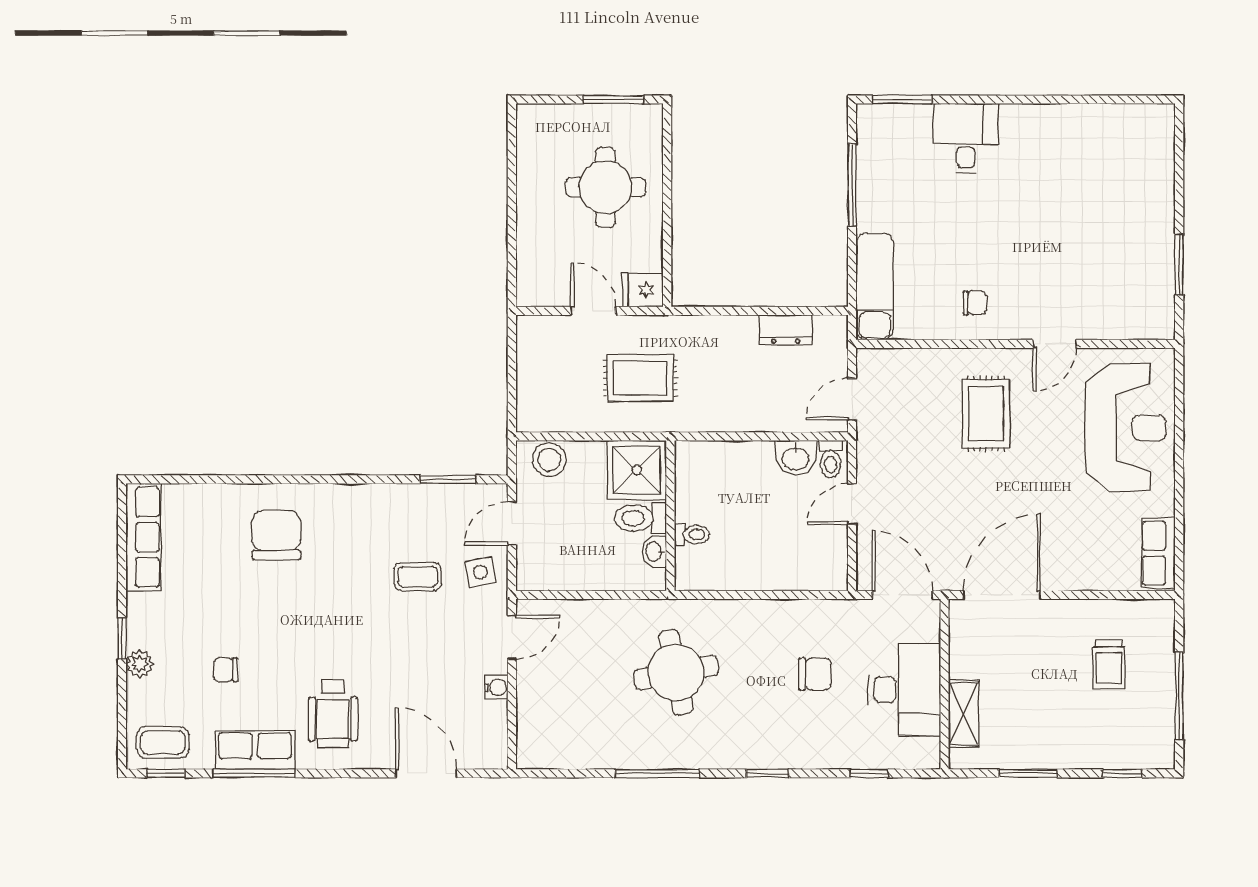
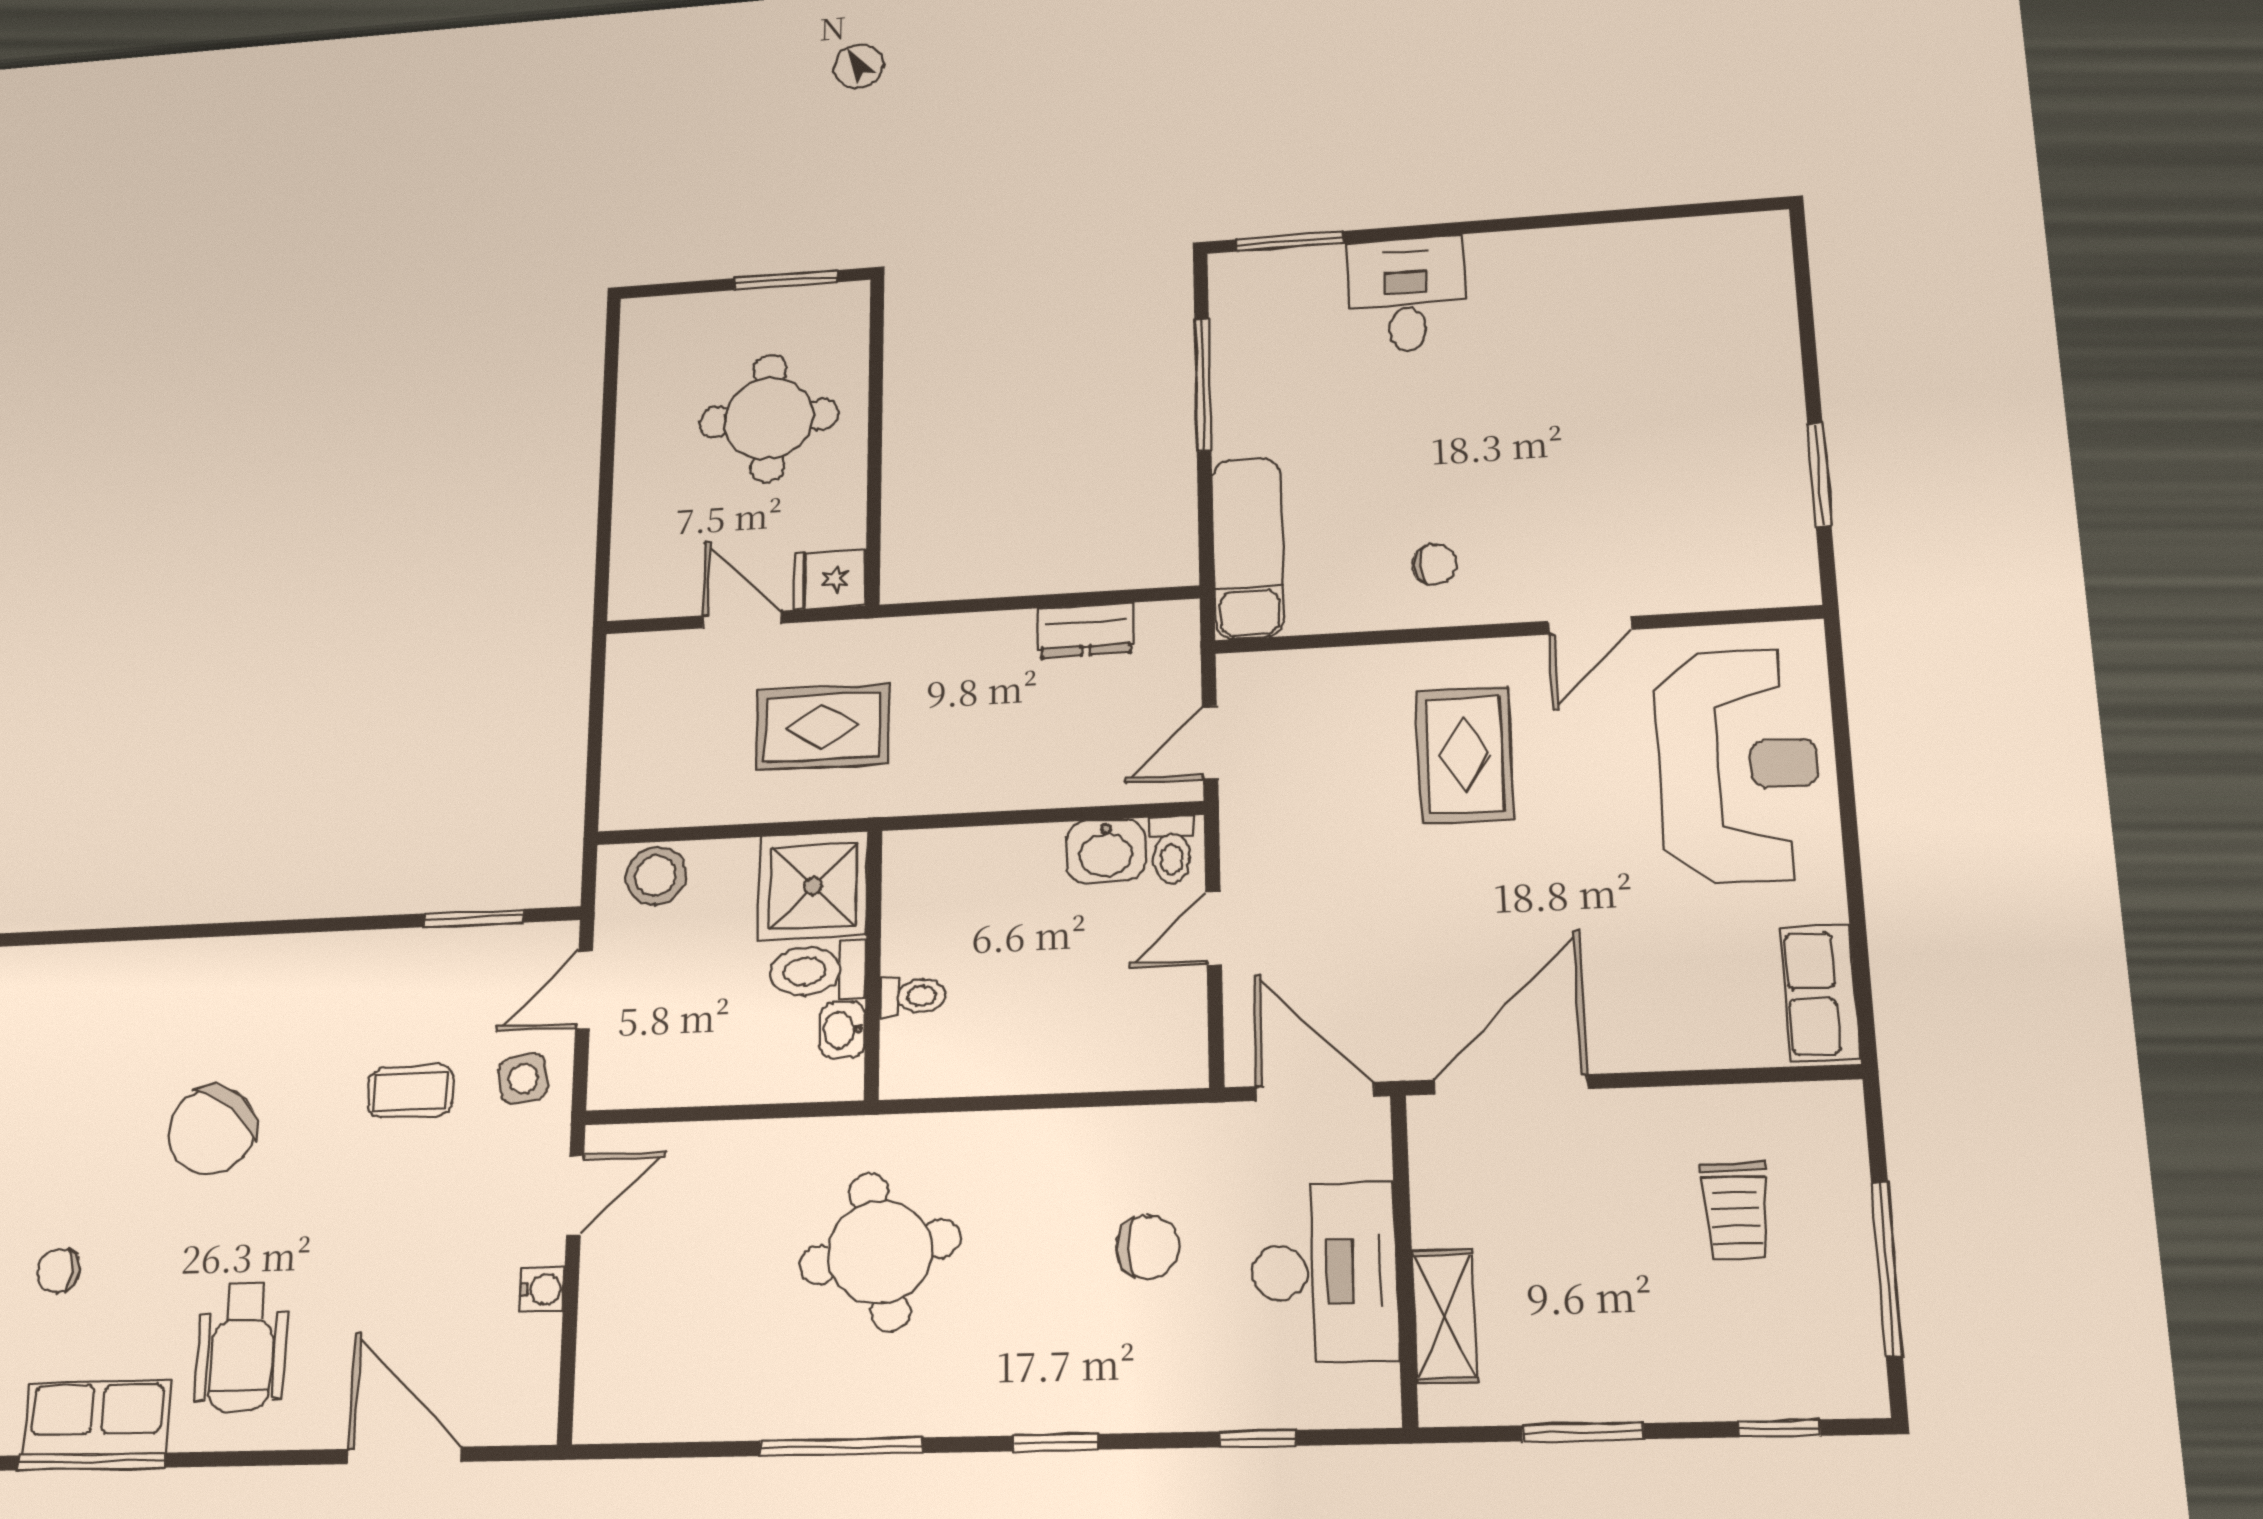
chair: (276, 535) -> (212, 1130), moved, turned -141

